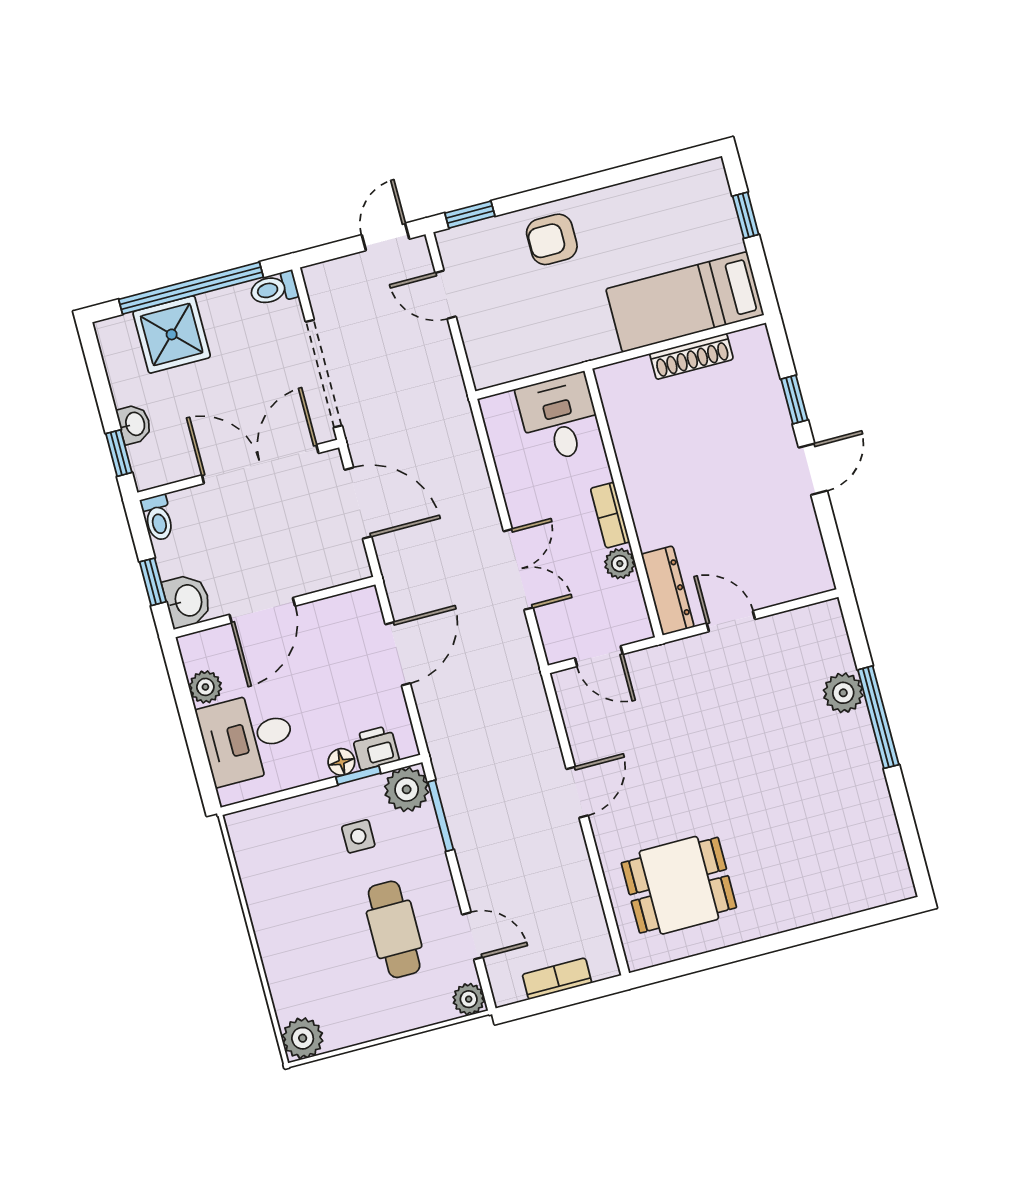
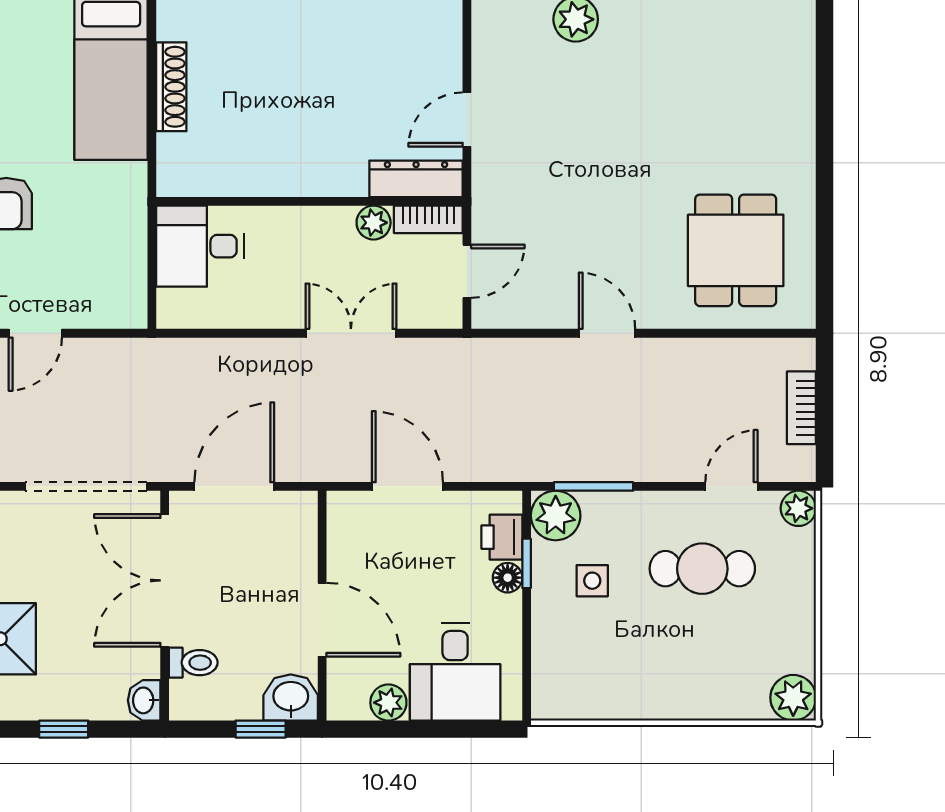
washbasin: (134, 424) -> (144, 700), moved, turned -90
window: (119, 453) -> (64, 729), moved
bookcase: (610, 515) -> (428, 219), moved
toilet: (158, 518) -> (193, 663), moved

